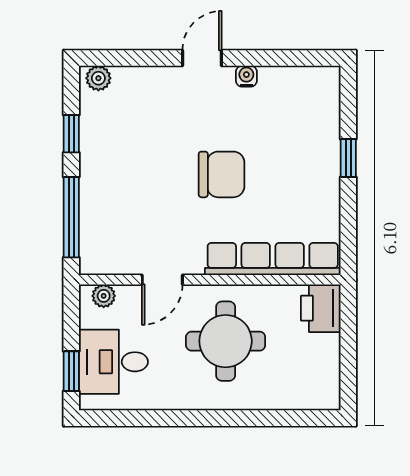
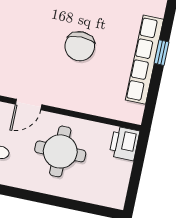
chair: (222, 174) -> (80, 46), turned 90
row of seats: (273, 259) -> (144, 60), moved, turned -90

